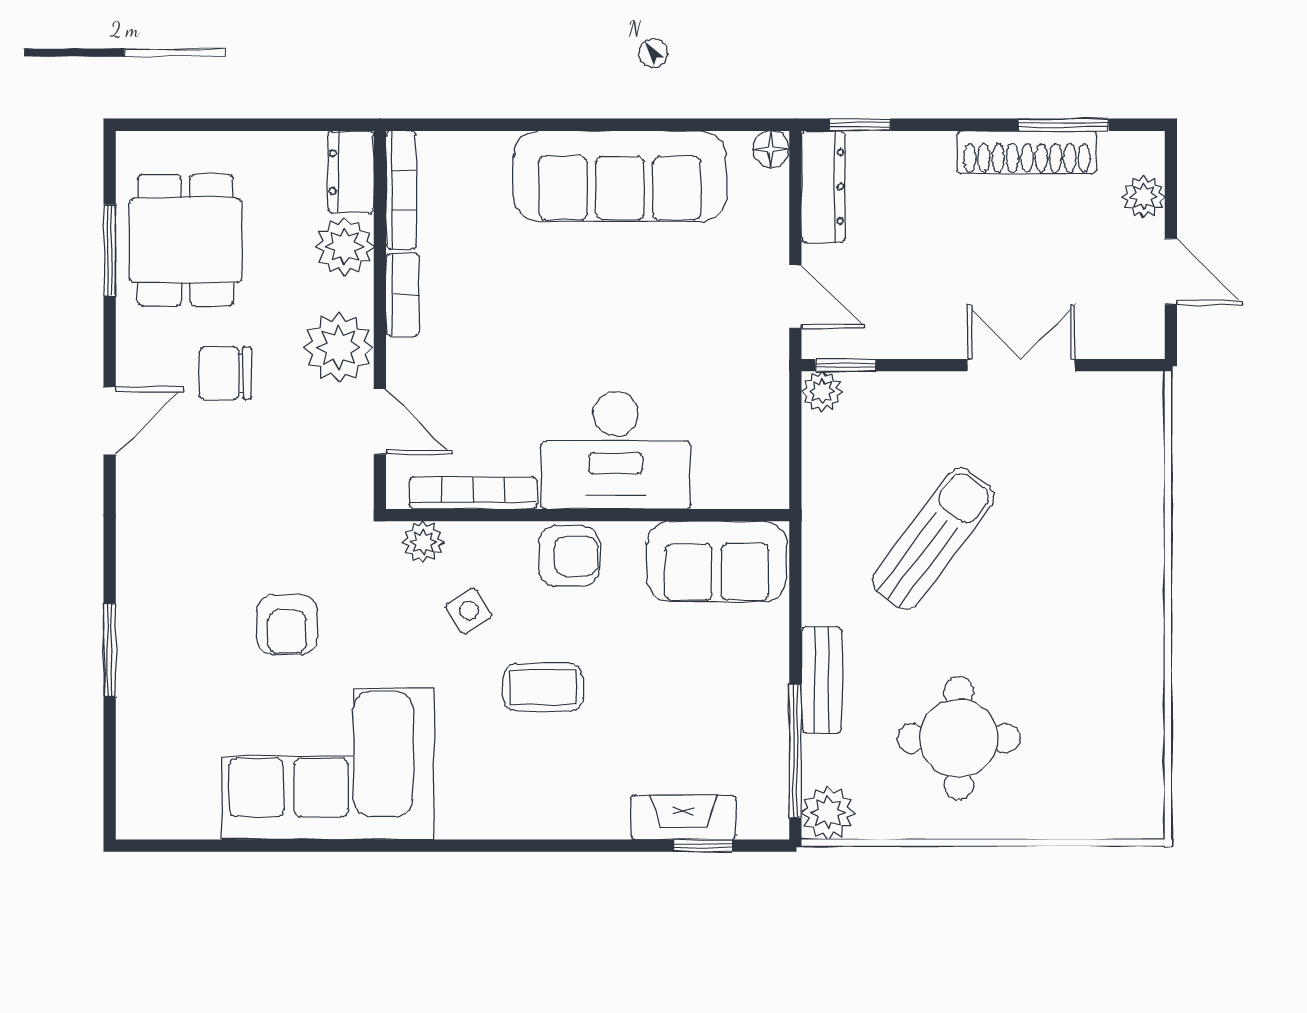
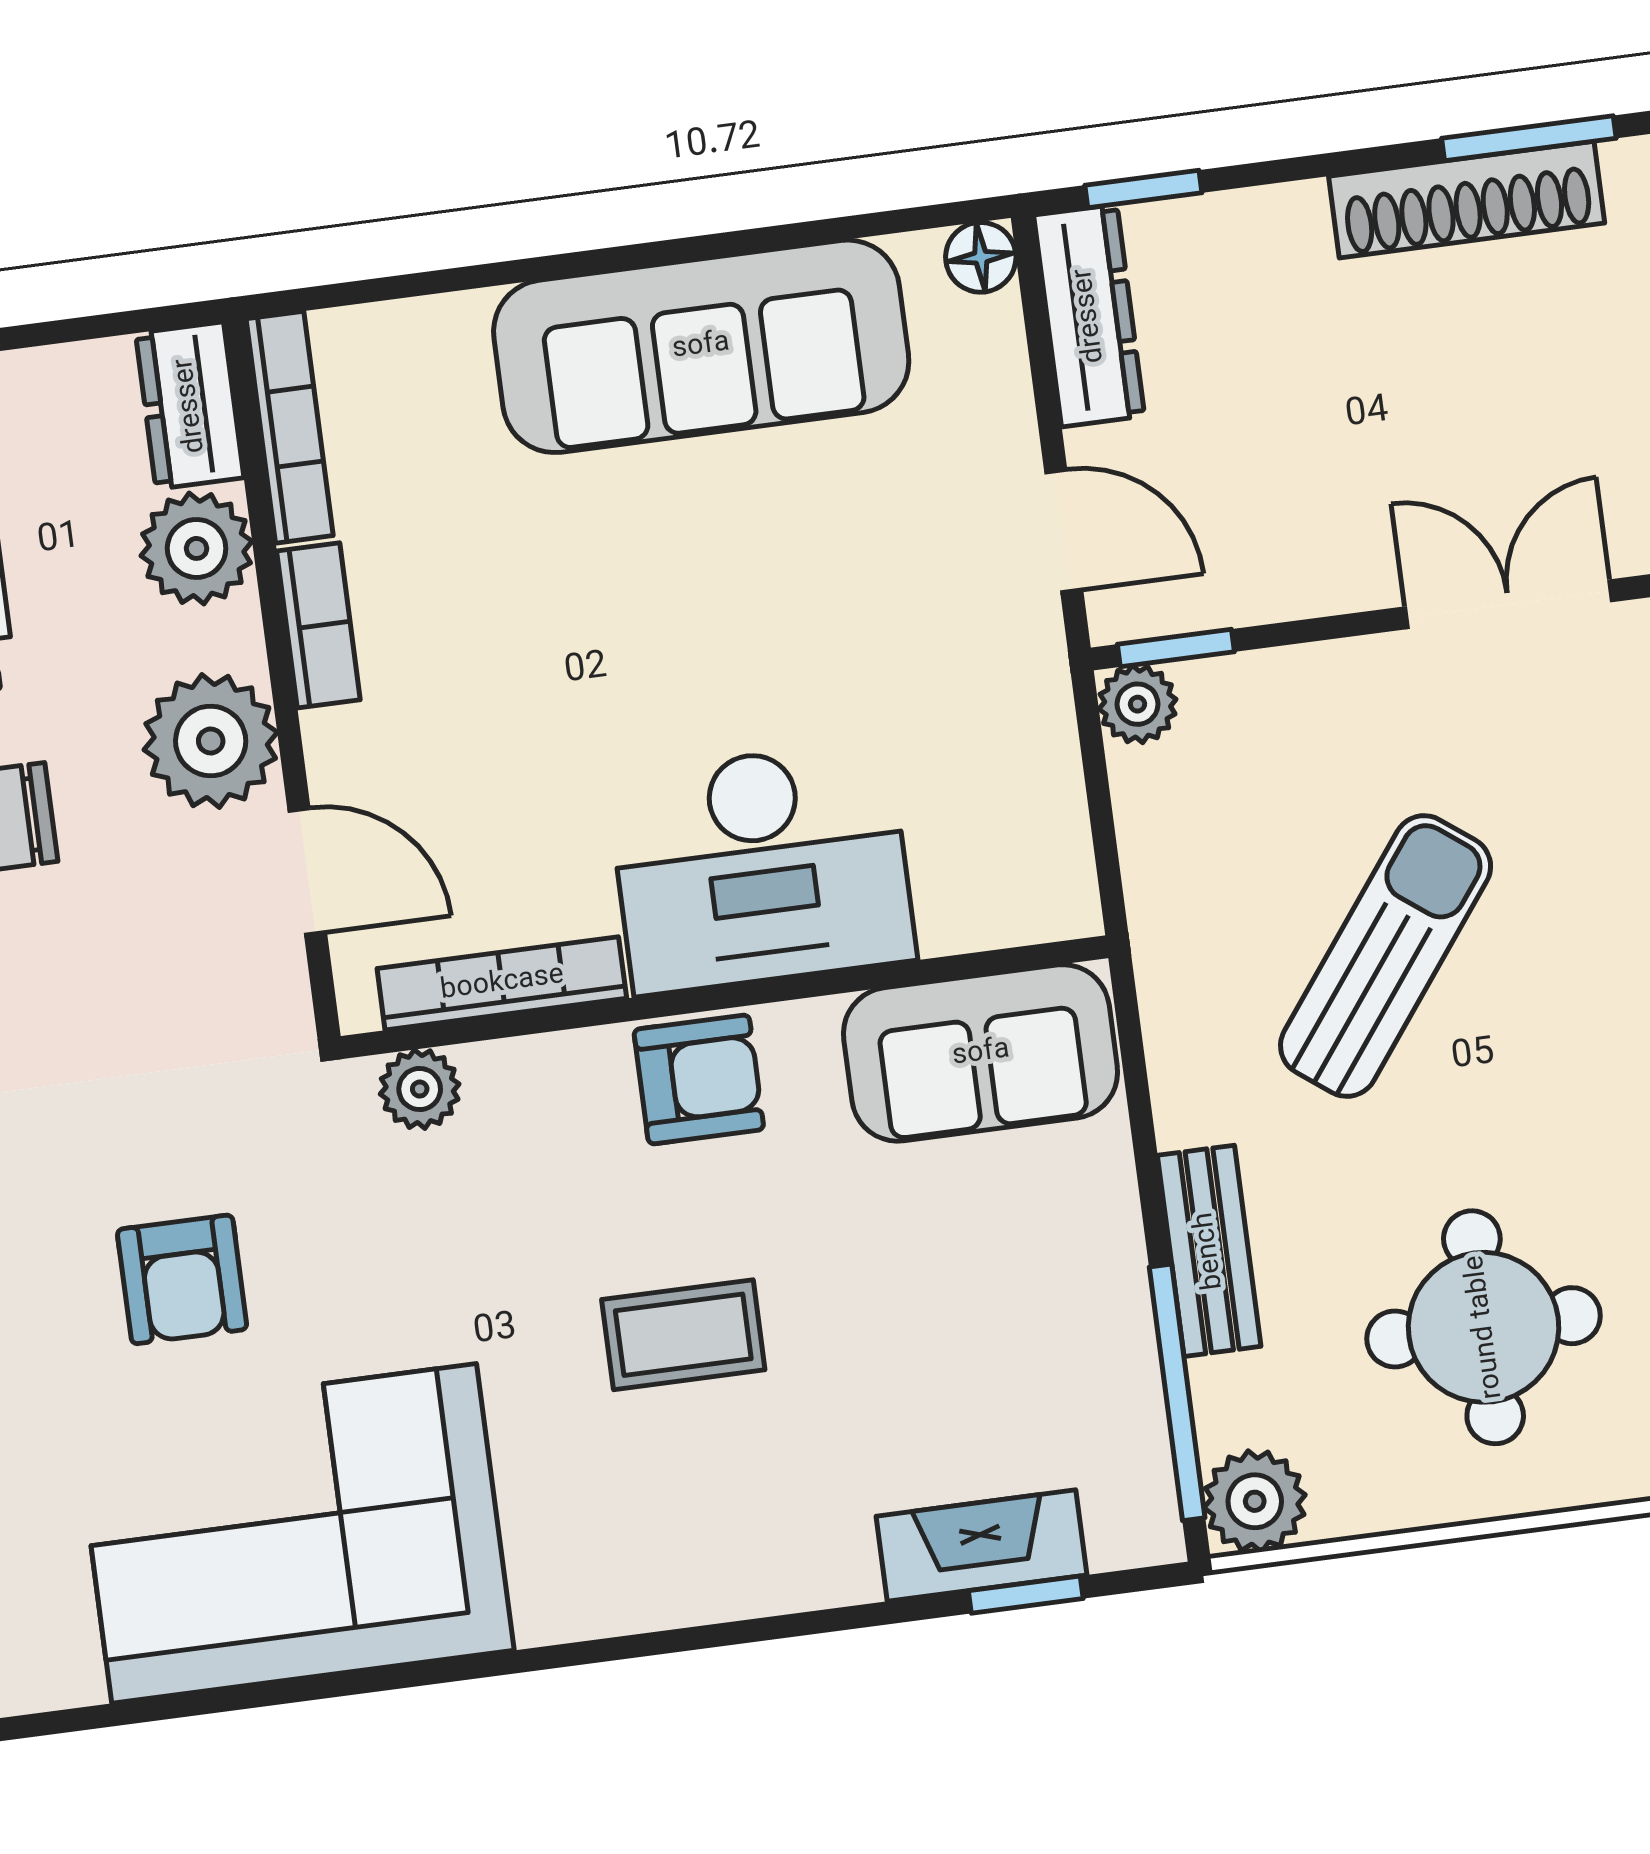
side table: (469, 611) -> (523, 1208), removed

